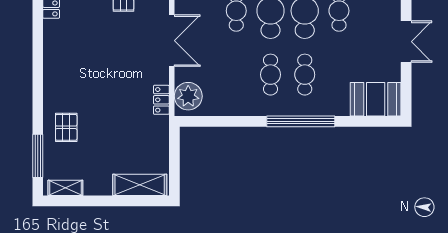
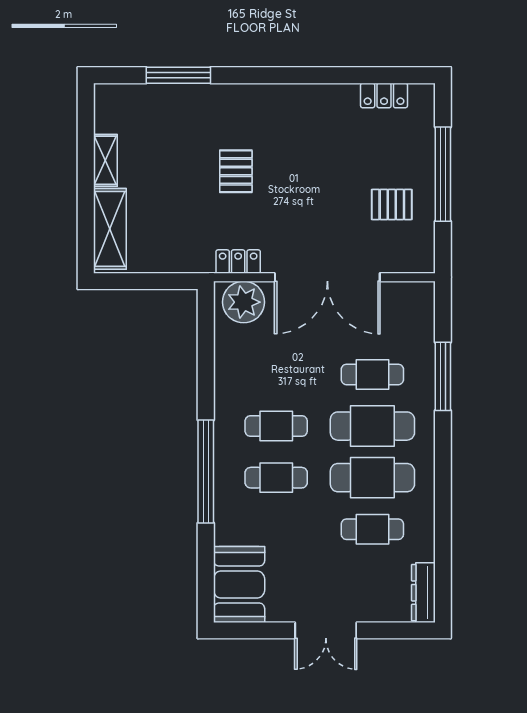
double door: (172, 41) -> (327, 277), width x1.36
pallet: (66, 127) -> (236, 171), moved, turned 90
window: (38, 156) -> (178, 75), moved
shelving: (65, 188) -> (105, 160), moved

